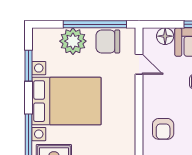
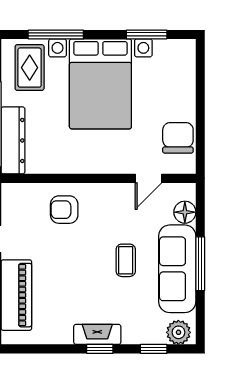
window: (95, 24) -> (200, 121), removed
plant: (73, 41) -> (178, 92), removed

